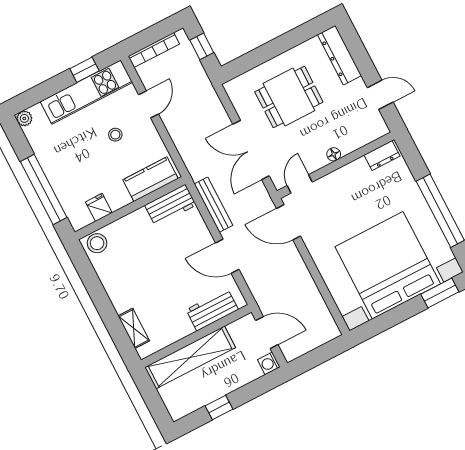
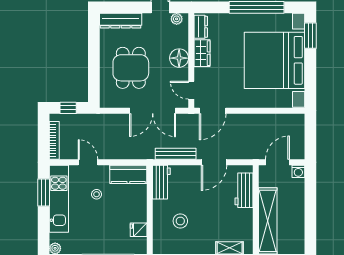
window: (84, 70) -> (44, 192), width x1.50
plant: (377, 122) -> (177, 19), added
floor lamp: (334, 154) -> (179, 58), width x1.89, depth x1.89
wardrobe: (351, 174) -> (202, 53), added
kitchen counter: (150, 179) -> (128, 174), moved, turned -90
stool: (97, 243) -> (180, 221), moved
window: (219, 407) -> (310, 219), removed

